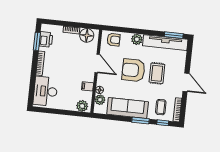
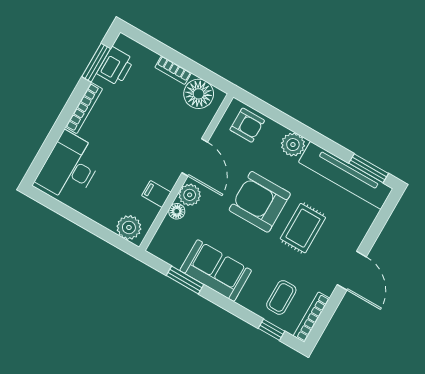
plant: (100, 100) -> (190, 195), moved
sofa: (128, 108) -> (216, 271), width x0.73
window: (140, 120) -> (185, 280), moved

